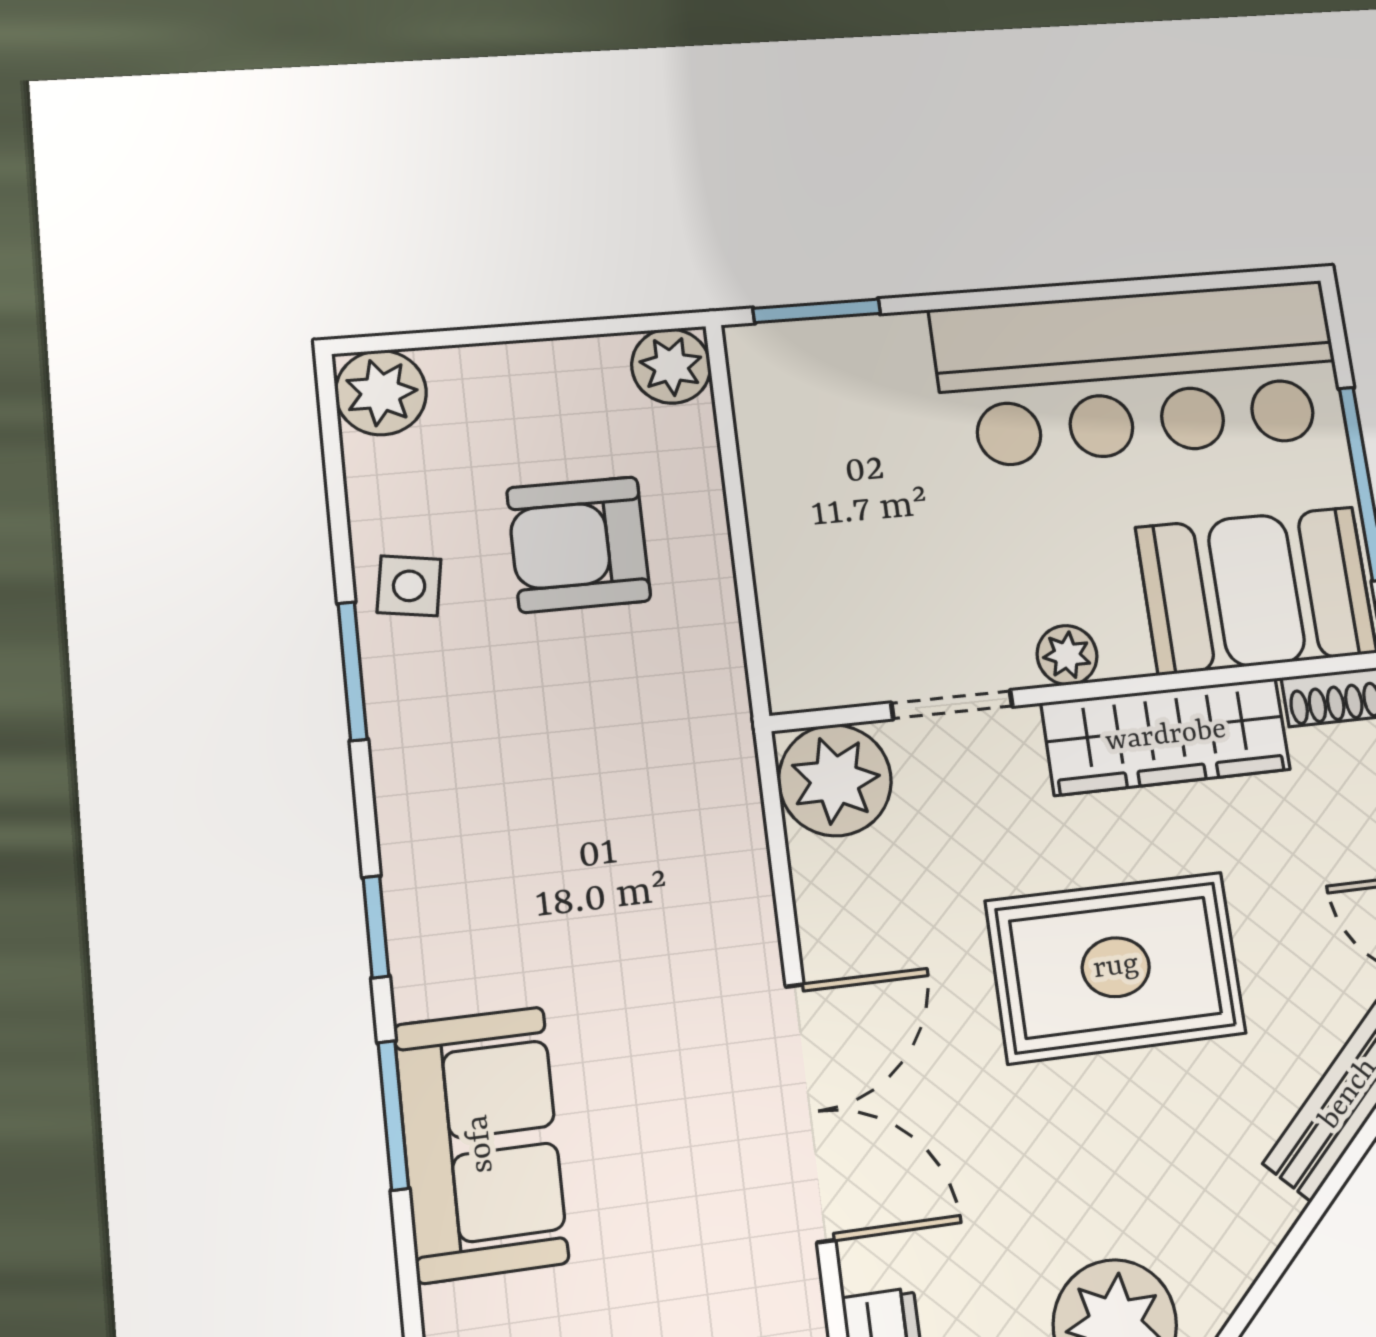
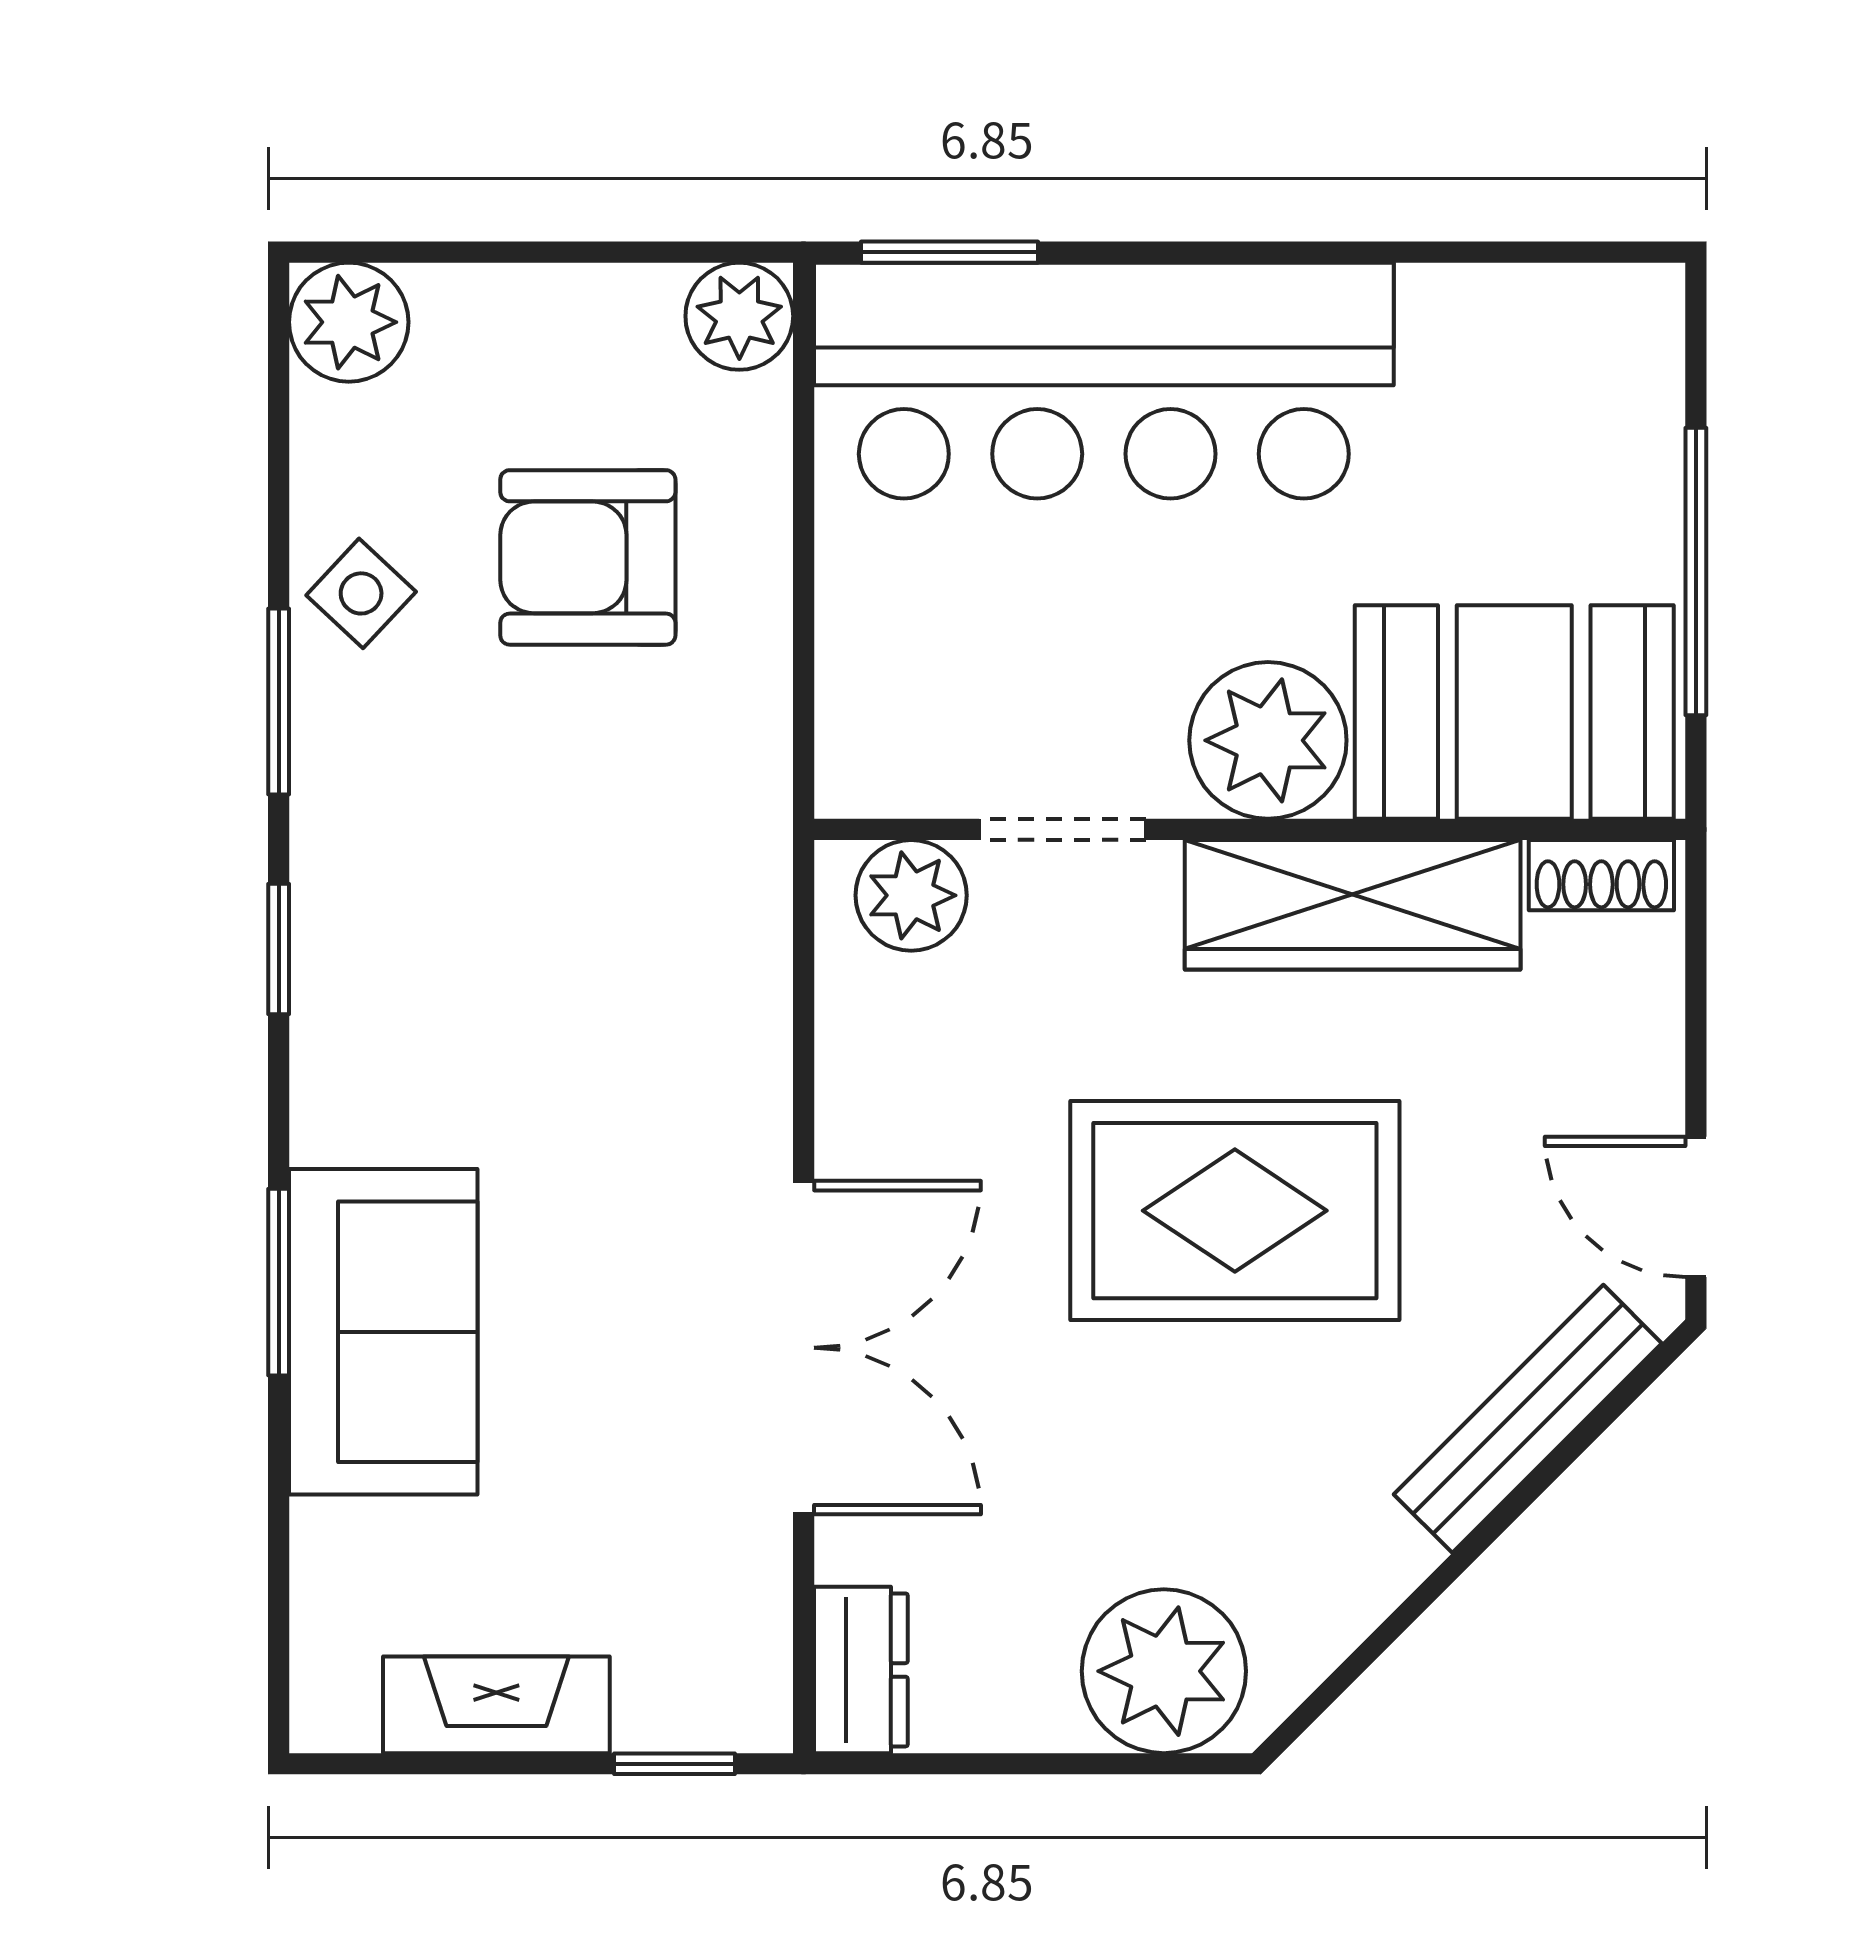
bar counter: (1139, 373) -> (1104, 381), moved
side table: (409, 586) -> (361, 593), turned 34
plant: (1067, 655) -> (1268, 740), width x1.87, depth x1.87
plant: (835, 780) -> (911, 895), width x0.73, depth x0.73
window: (376, 927) -> (279, 949), moved

